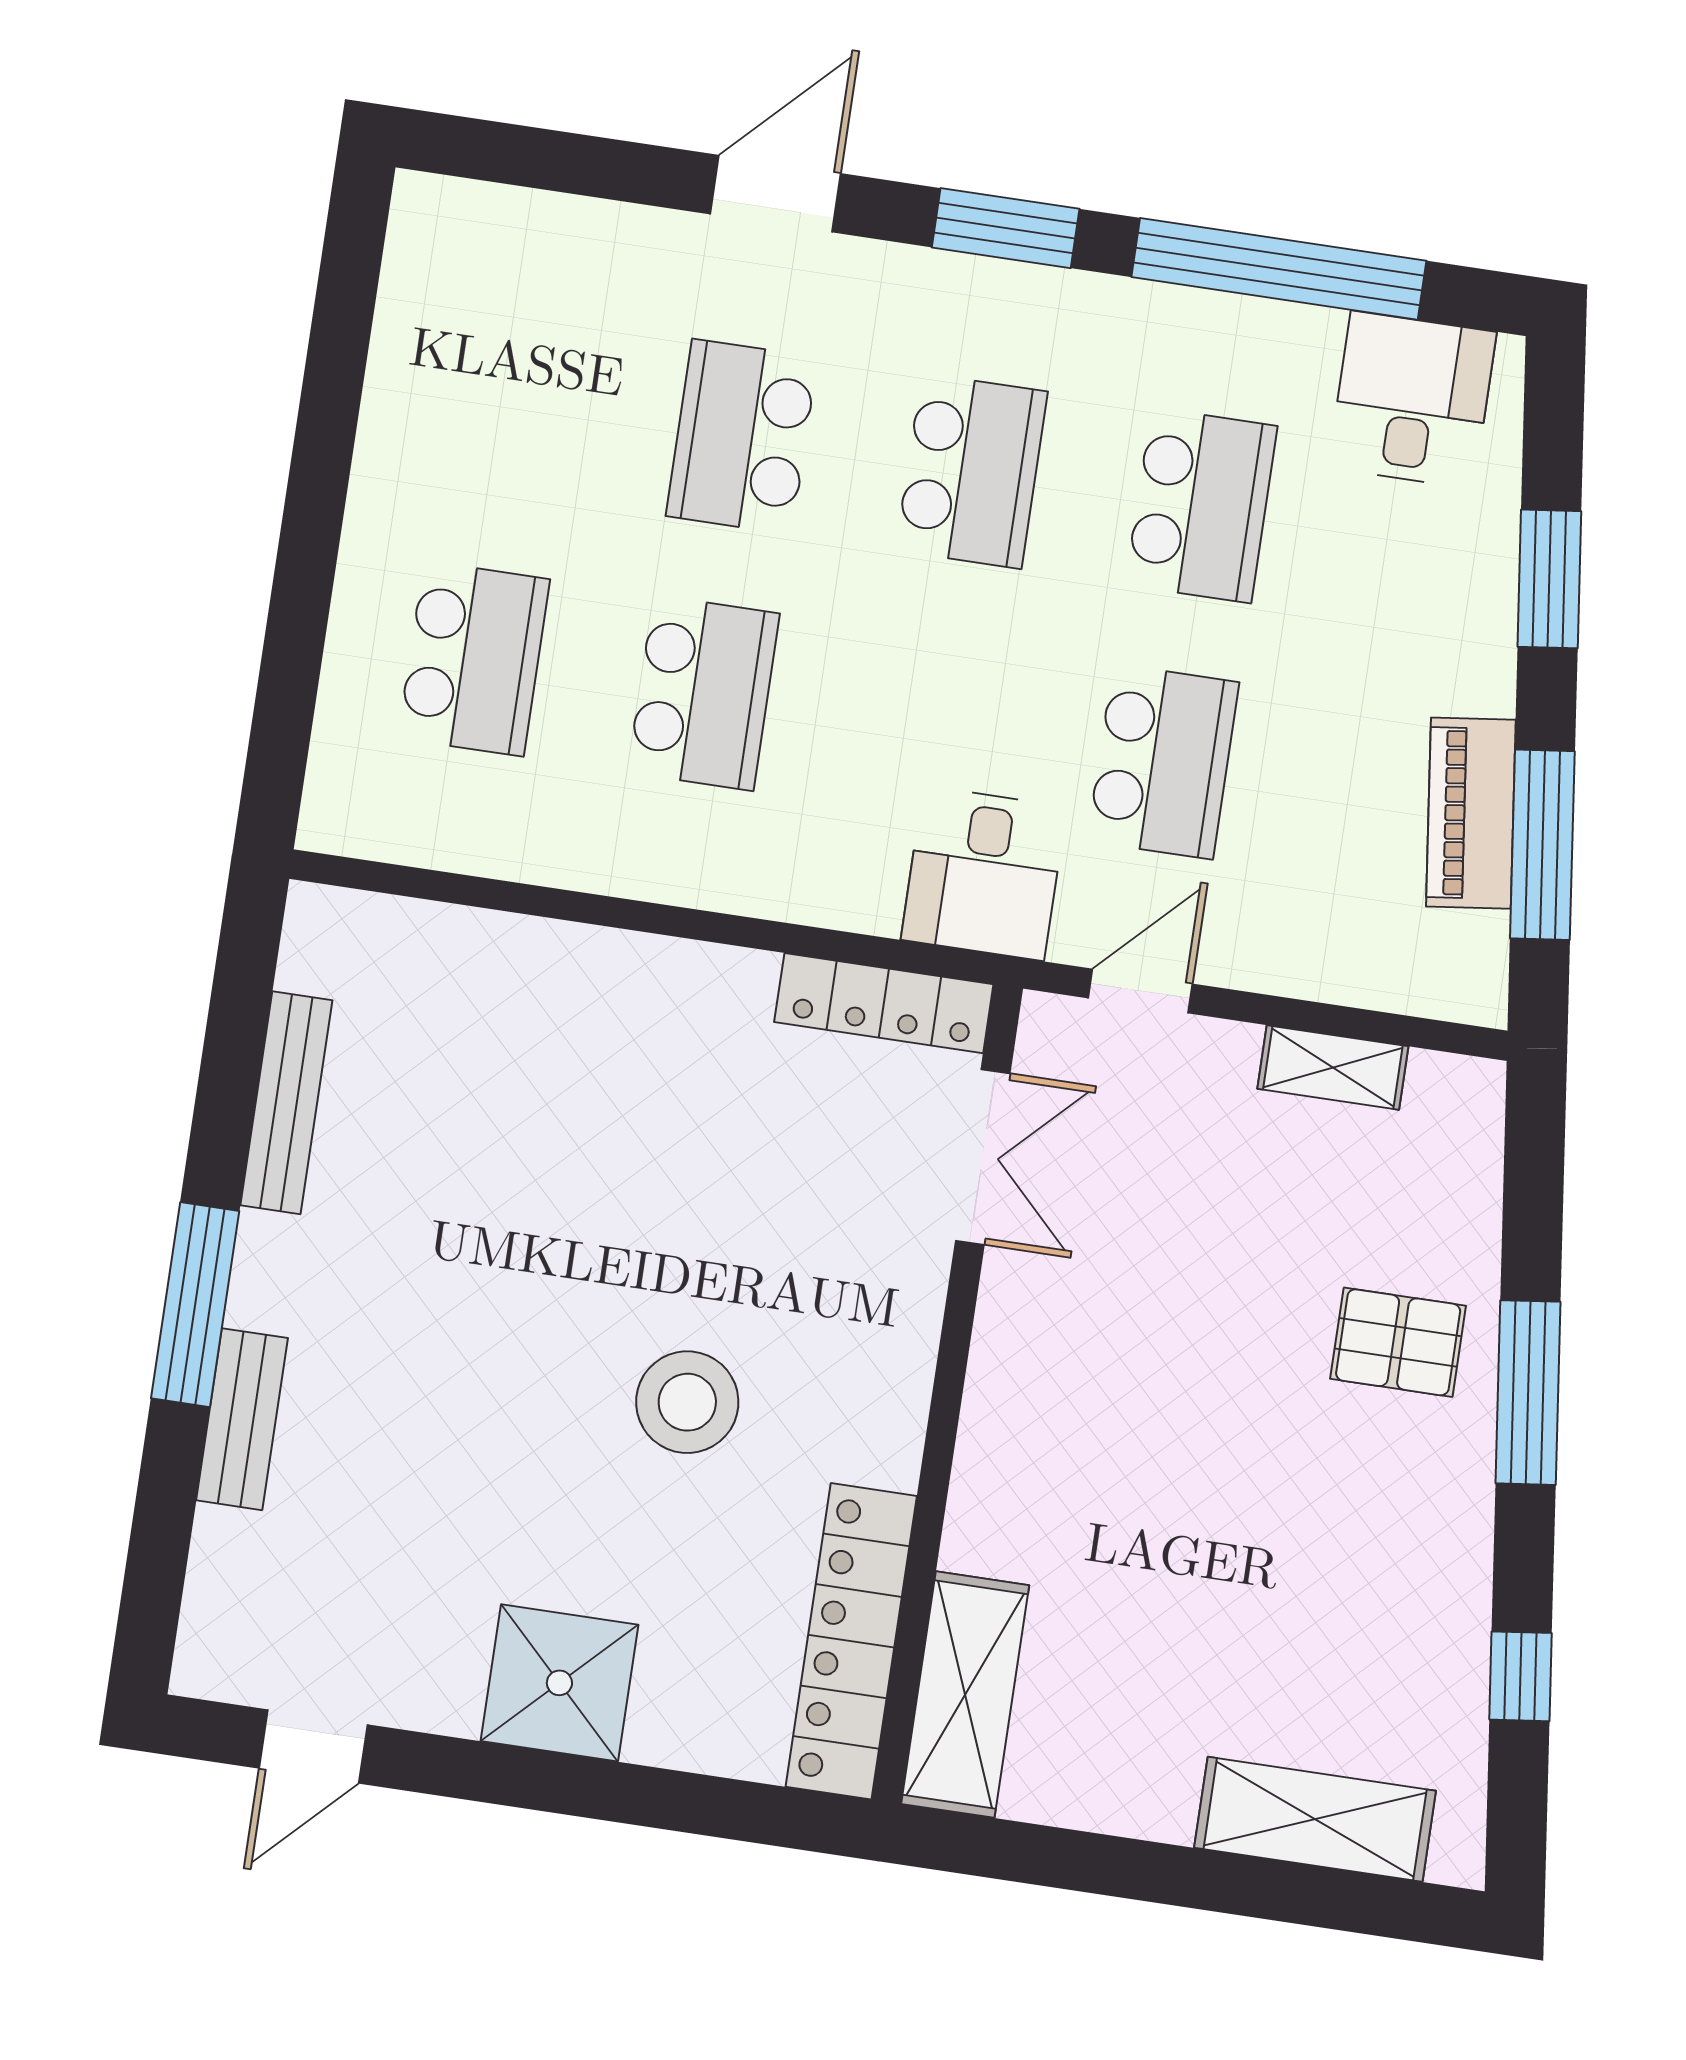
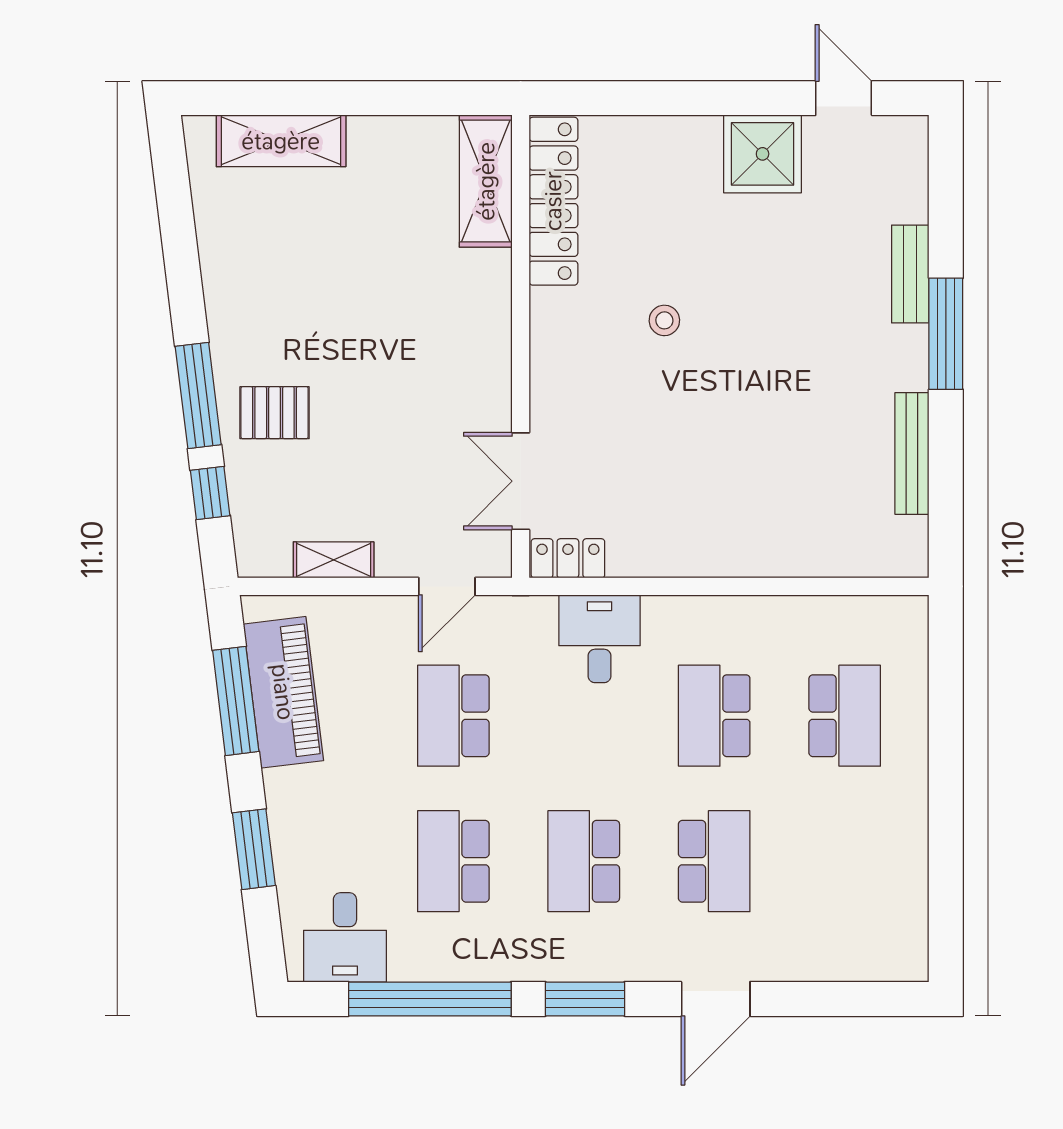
school desk: (474, 659) -> (845, 716), turned 180
piano: (1471, 813) -> (283, 692), width x1.37, depth x1.33
desk: (984, 873) -> (600, 639), moved
locker: (884, 1003) -> (568, 558), width x0.66
stool: (687, 1402) -> (664, 320), width x0.53, depth x0.53
window: (1521, 1676) -> (210, 493), moved
shower: (559, 1683) -> (763, 154), moved
door: (313, 1746) -> (844, 98), hinge flipped

